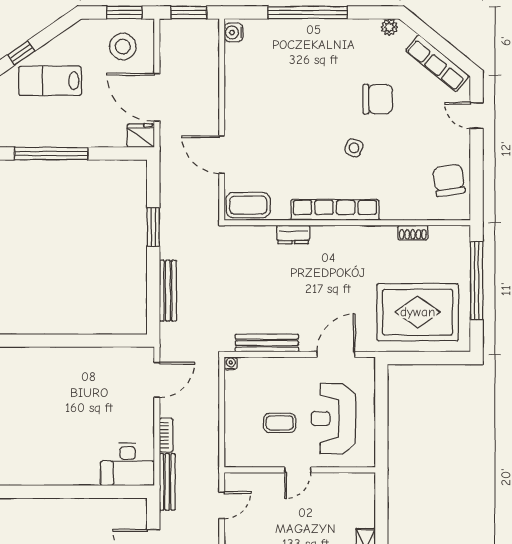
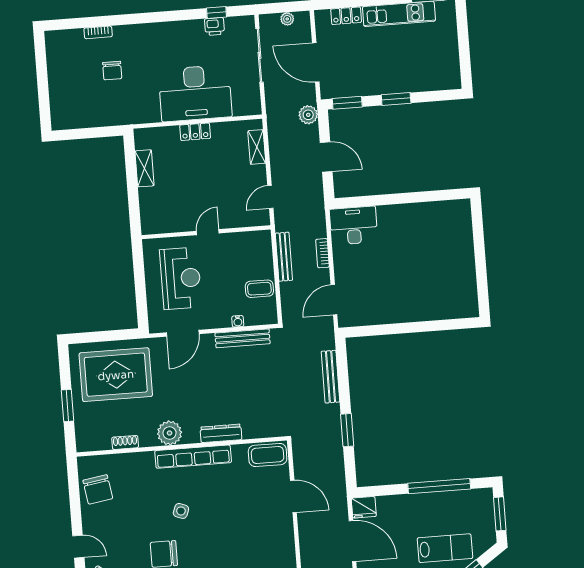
dresser: (293, 234) -> (221, 433), width x1.44
plant: (360, 240) -> (170, 433), added
window: (477, 281) -> (68, 405), width x0.47
water cooler: (231, 363) -> (238, 321), moved
coffee table: (280, 423) -> (259, 289), moved
bench: (167, 482) -> (284, 257), moved

